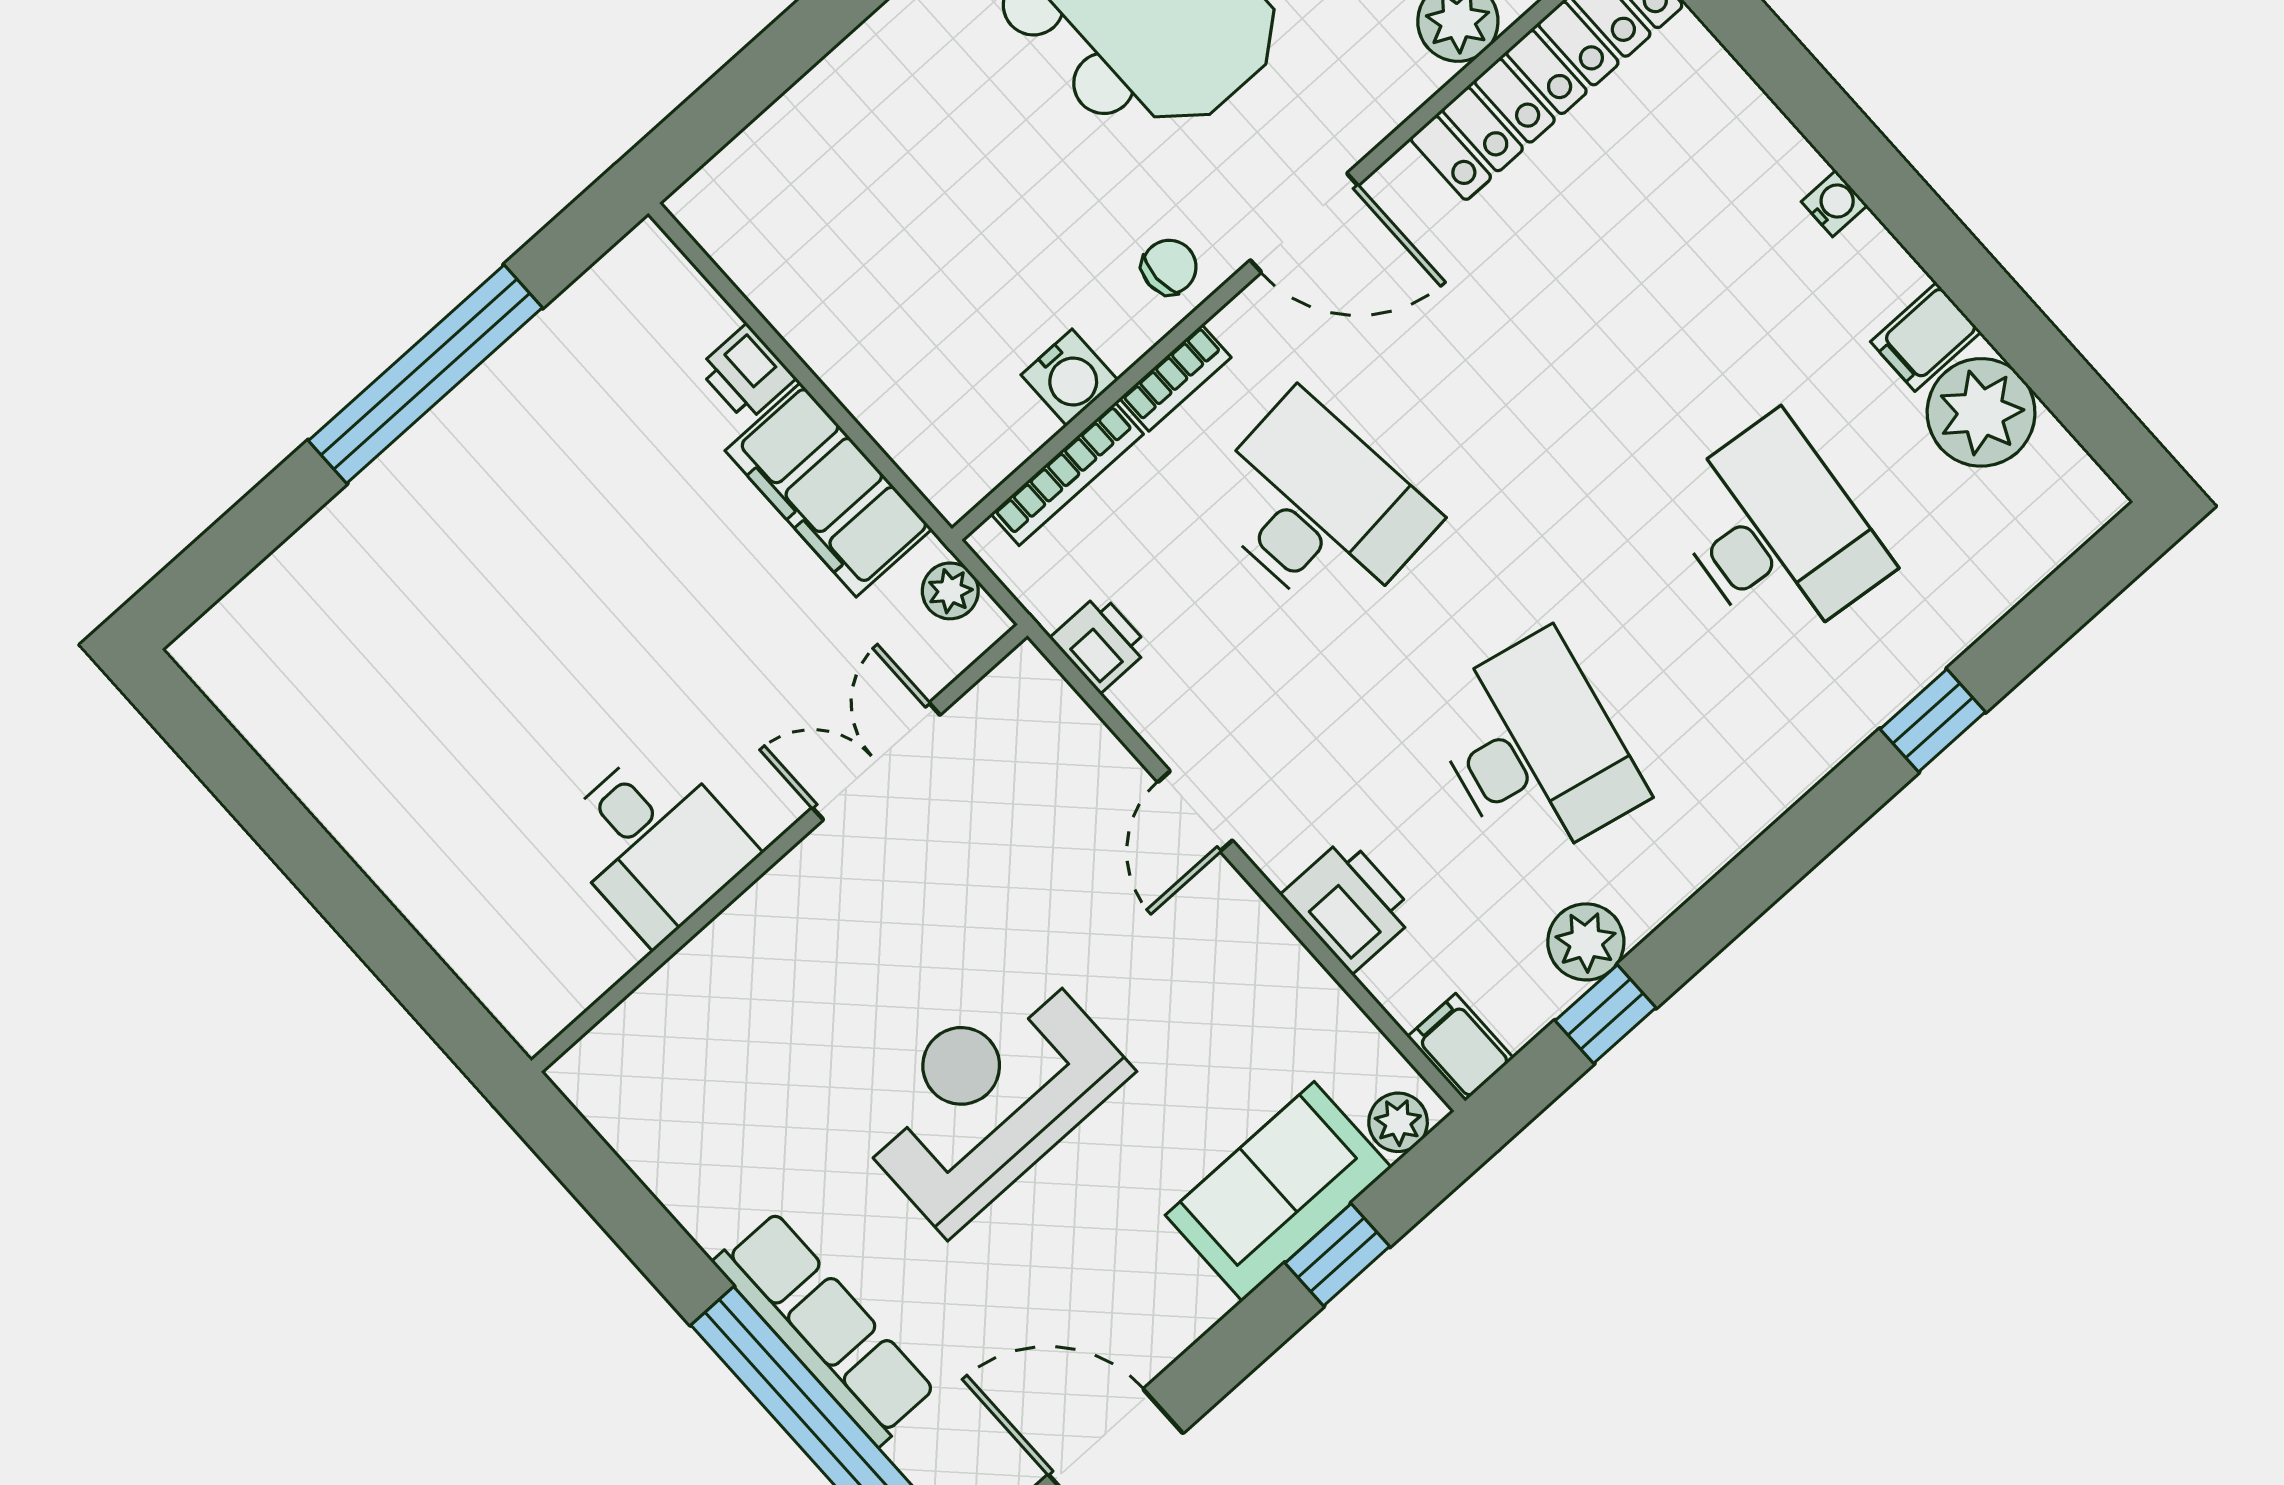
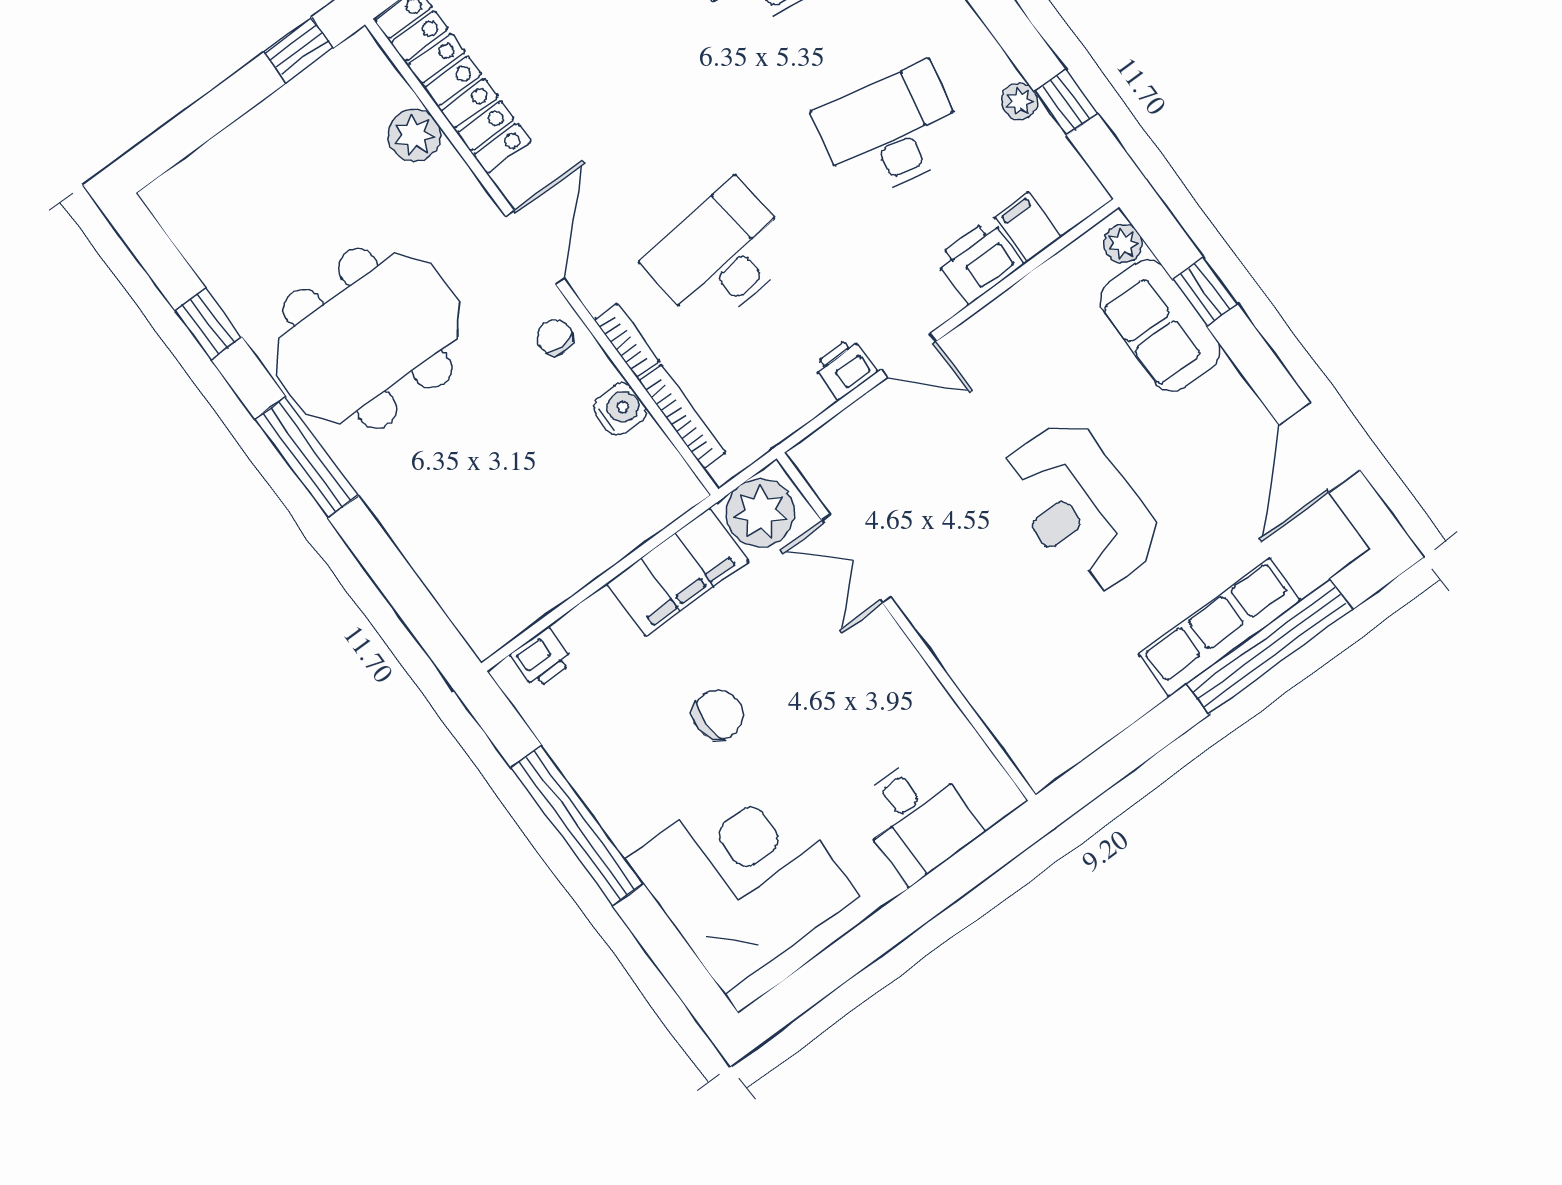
printer: (747, 373) -> (542, 658), moved
chair: (617, 574) -> (718, 715), added
plant: (950, 591) -> (760, 513), width x1.88, depth x1.88
corner desk: (372, 635) -> (742, 877), added
printer: (1100, 643) -> (845, 368), moved
desk: (655, 843) -> (917, 818), moved, turned 90
plant: (1586, 942) -> (1020, 101), width x0.73, depth x0.73
filing cabinet: (1460, 1047) -> (1028, 227), moved, turned 90

